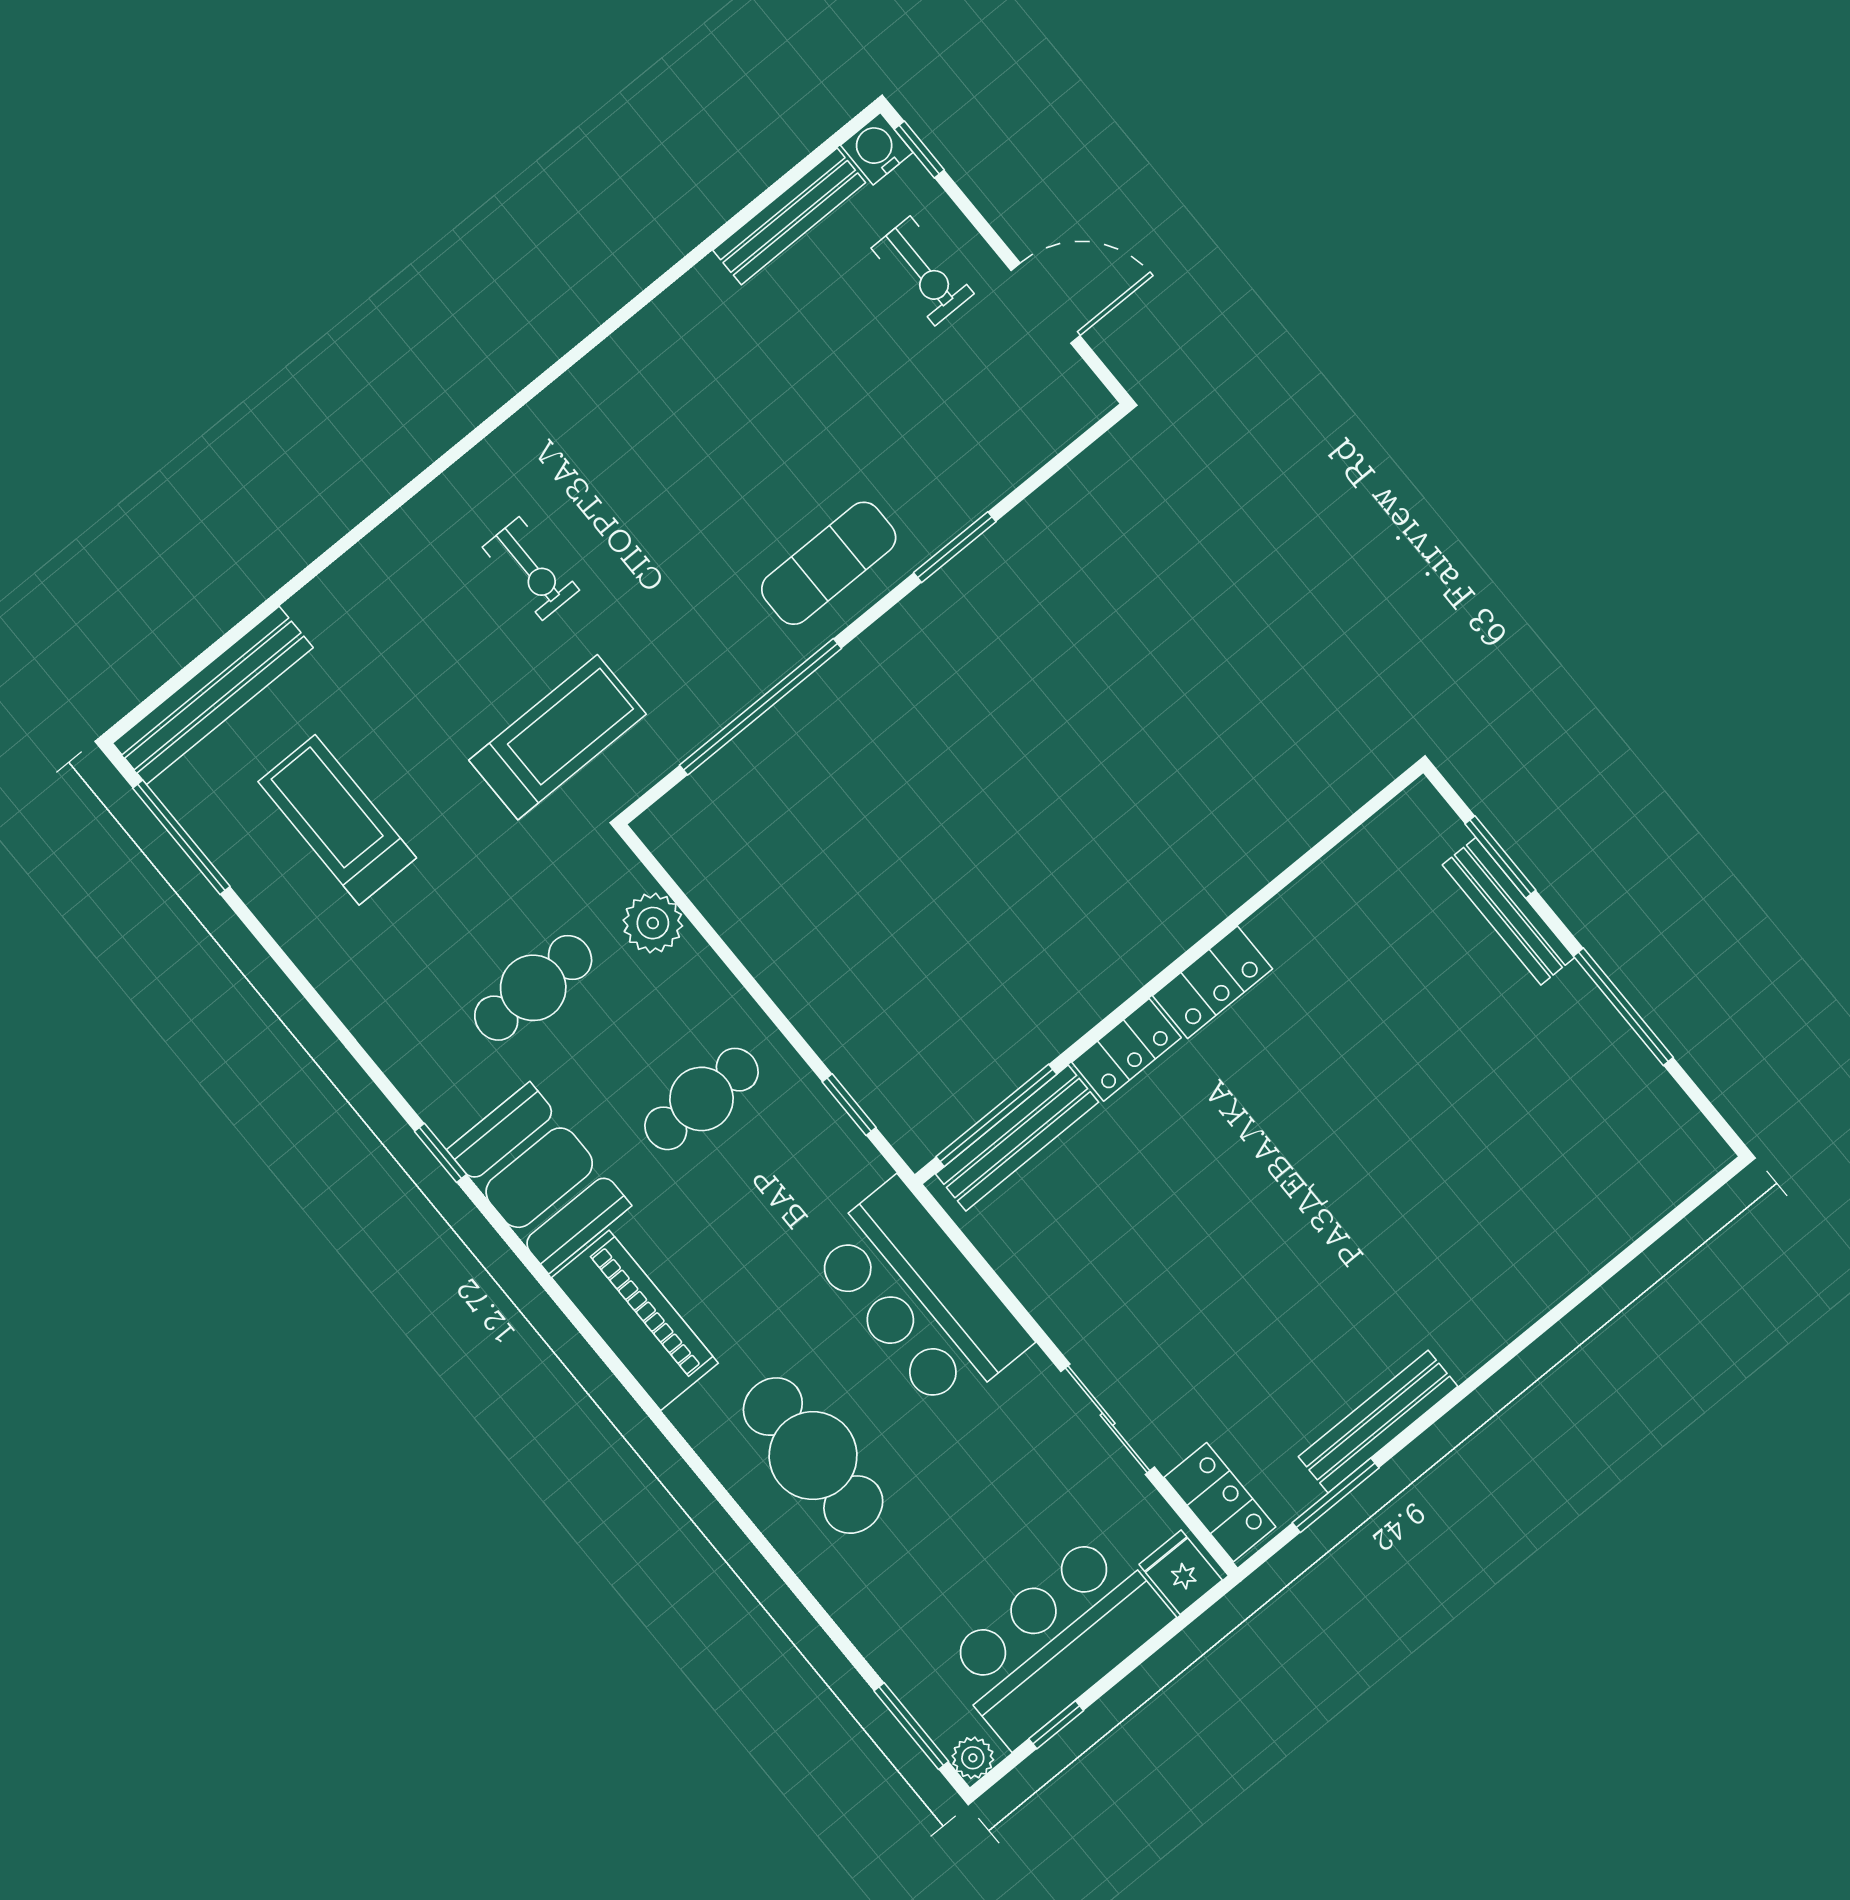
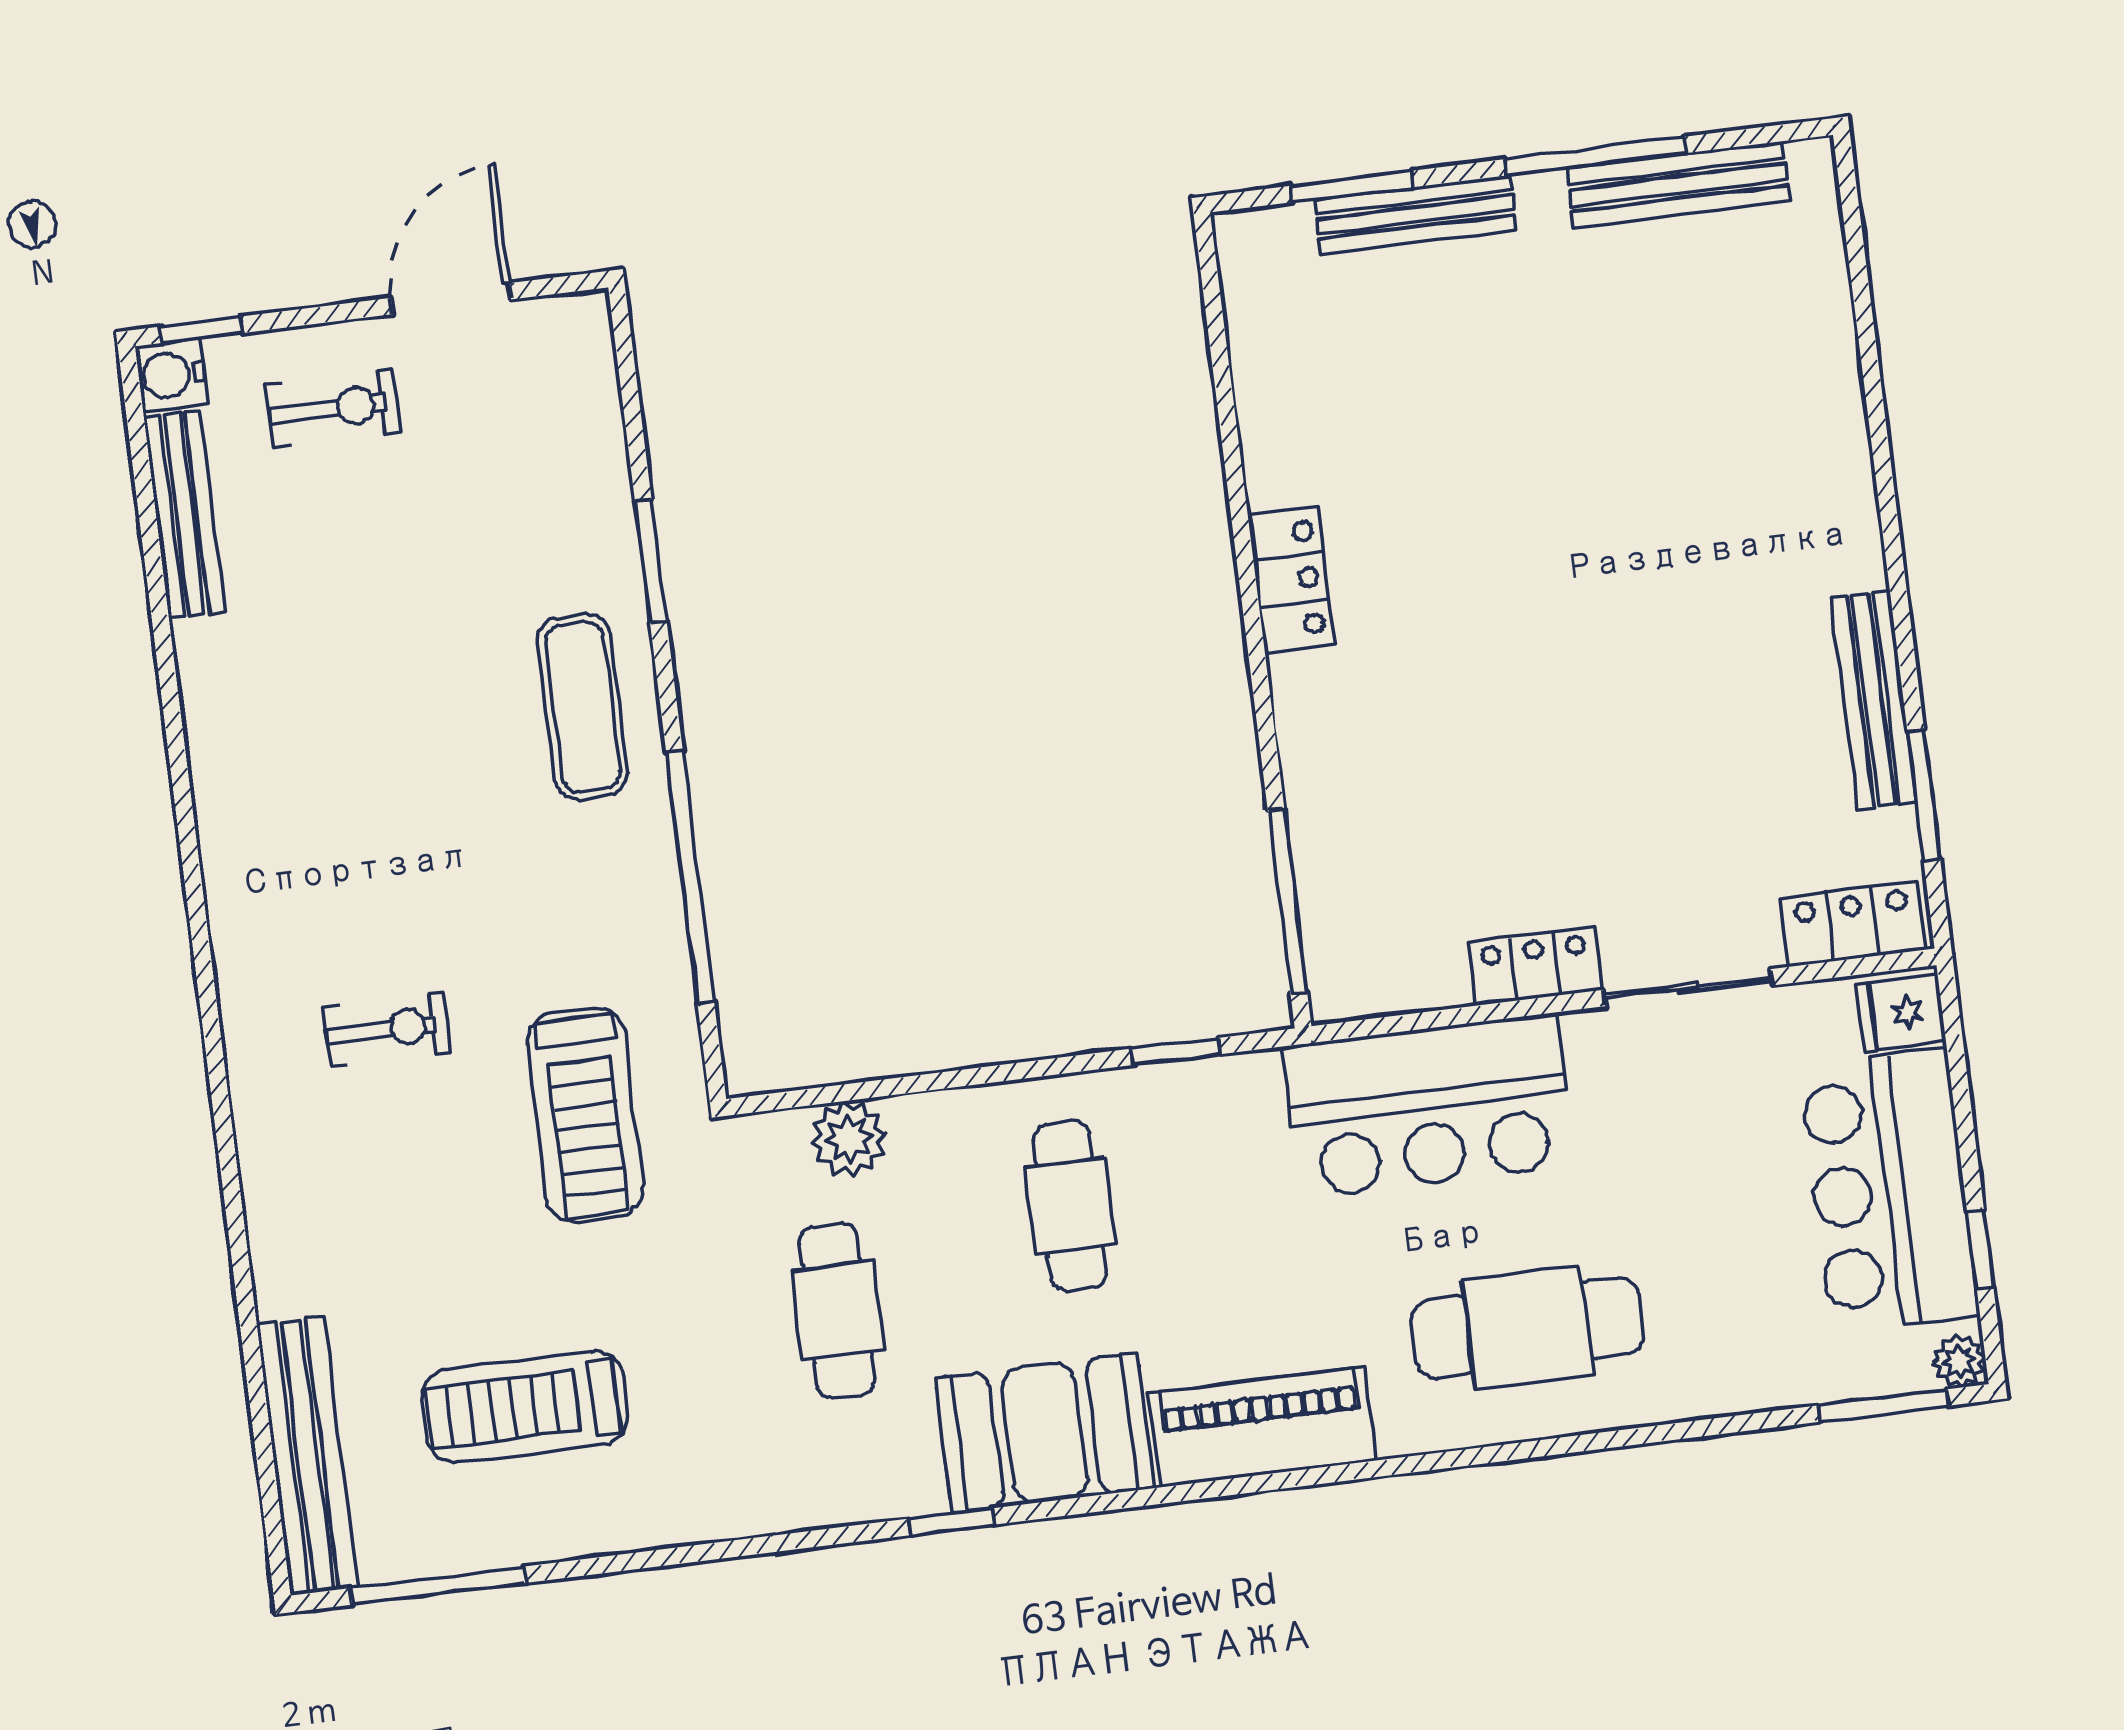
treadmill: (558, 737) -> (585, 1115), turned 180
locker: (1126, 1050) -> (1535, 966), moved, turned -90
bench: (1017, 1138) -> (1678, 185), moved, turned 90

